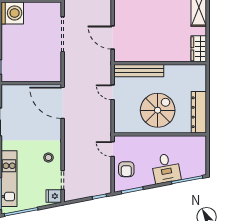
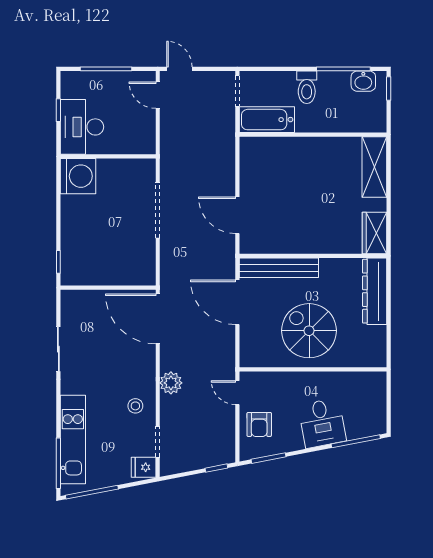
door: (113, 92) -> (237, 302), width x1.87
spiral stairs: (158, 110) -> (309, 331), turned -90
dresser: (199, 112) -> (375, 291), moved
plant: (71, 143) -> (171, 383), added

